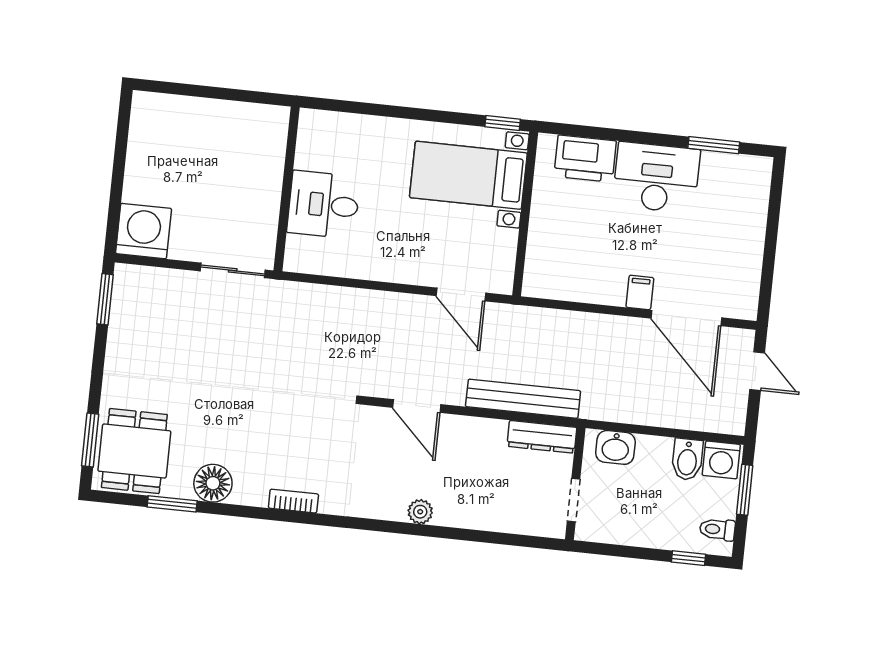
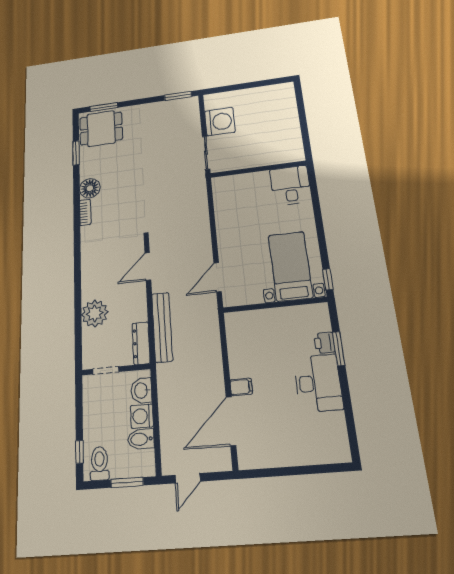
window: (714, 145) -> (339, 349), moved
printer: (585, 159) -> (324, 343), width x0.53, depth x0.68
desk: (323, 205) -> (290, 186), moved
washing machine: (144, 231) -> (220, 122), moved
door: (757, 371) -> (188, 478), moved
washing machine: (721, 460) -> (142, 416), moved
floor lamp: (213, 483) -> (90, 188), moved
plant: (420, 512) -> (95, 313), moved, width x1.88, depth x1.88
toilet: (717, 529) -> (99, 464), width x1.37, depth x1.39

